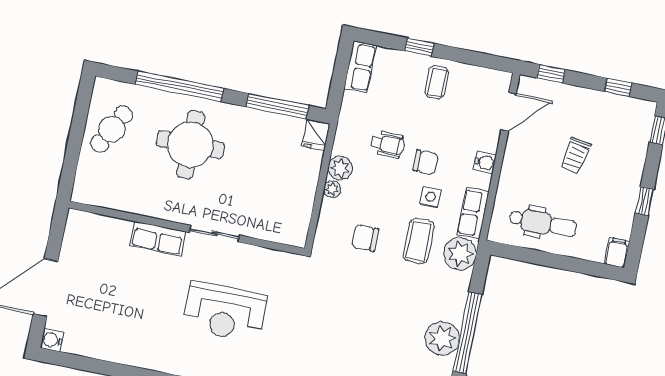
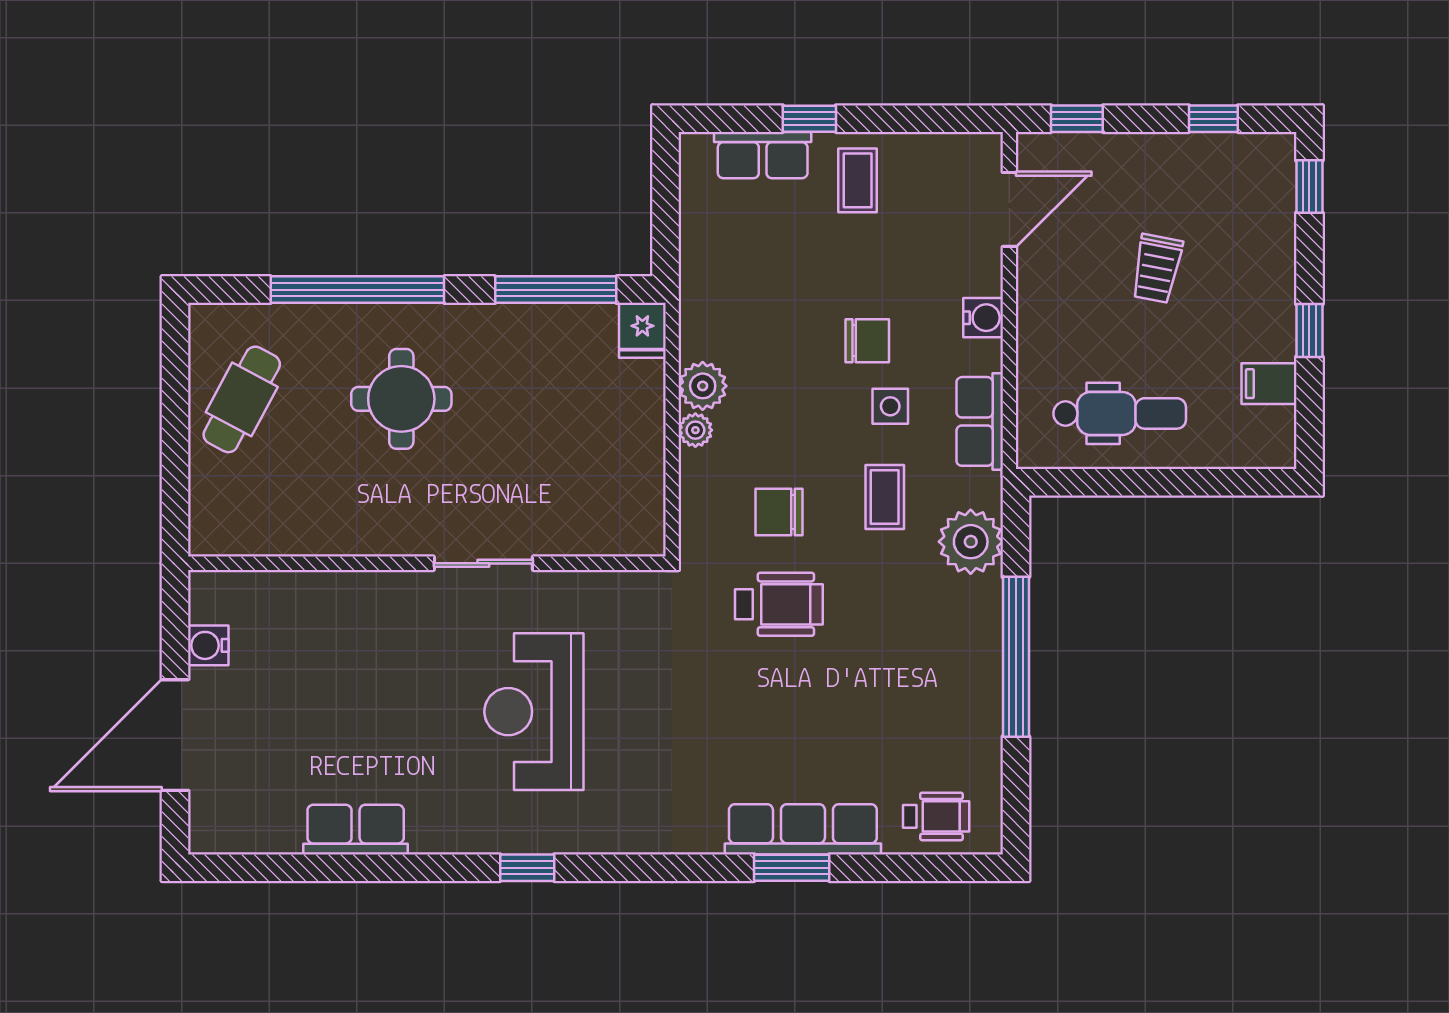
row of seats: (360, 67) -> (763, 155), moved, turned 90
wheelchair: (387, 144) -> (779, 604), moved, width x1.36, depth x1.37
round table: (190, 145) -> (401, 399), width x0.73, depth x0.73
row of seats: (158, 238) -> (356, 830), moved, turned 180
coffee table: (419, 241) -> (885, 497), width x0.73, depth x0.77
filing cabinet: (617, 253) -> (1269, 384), moved, turned -90
plant: (460, 254) -> (971, 542), moved
reception desk: (225, 312) -> (534, 712), turned 90
plant: (442, 338) -> (969, 678), removed
water cooler: (52, 340) -> (208, 645), moved

